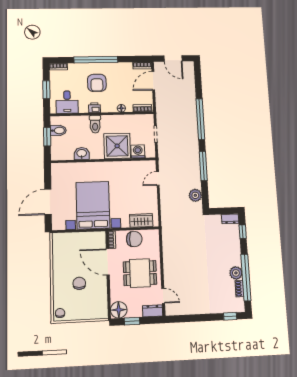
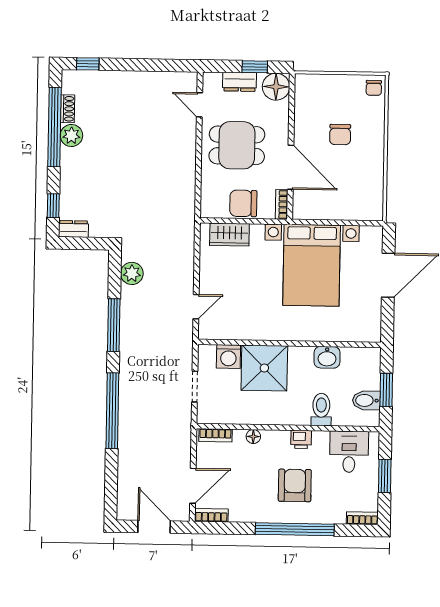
toilet: (95, 124) -> (321, 410), moved
dresser: (153, 311) -> (240, 82), moved

